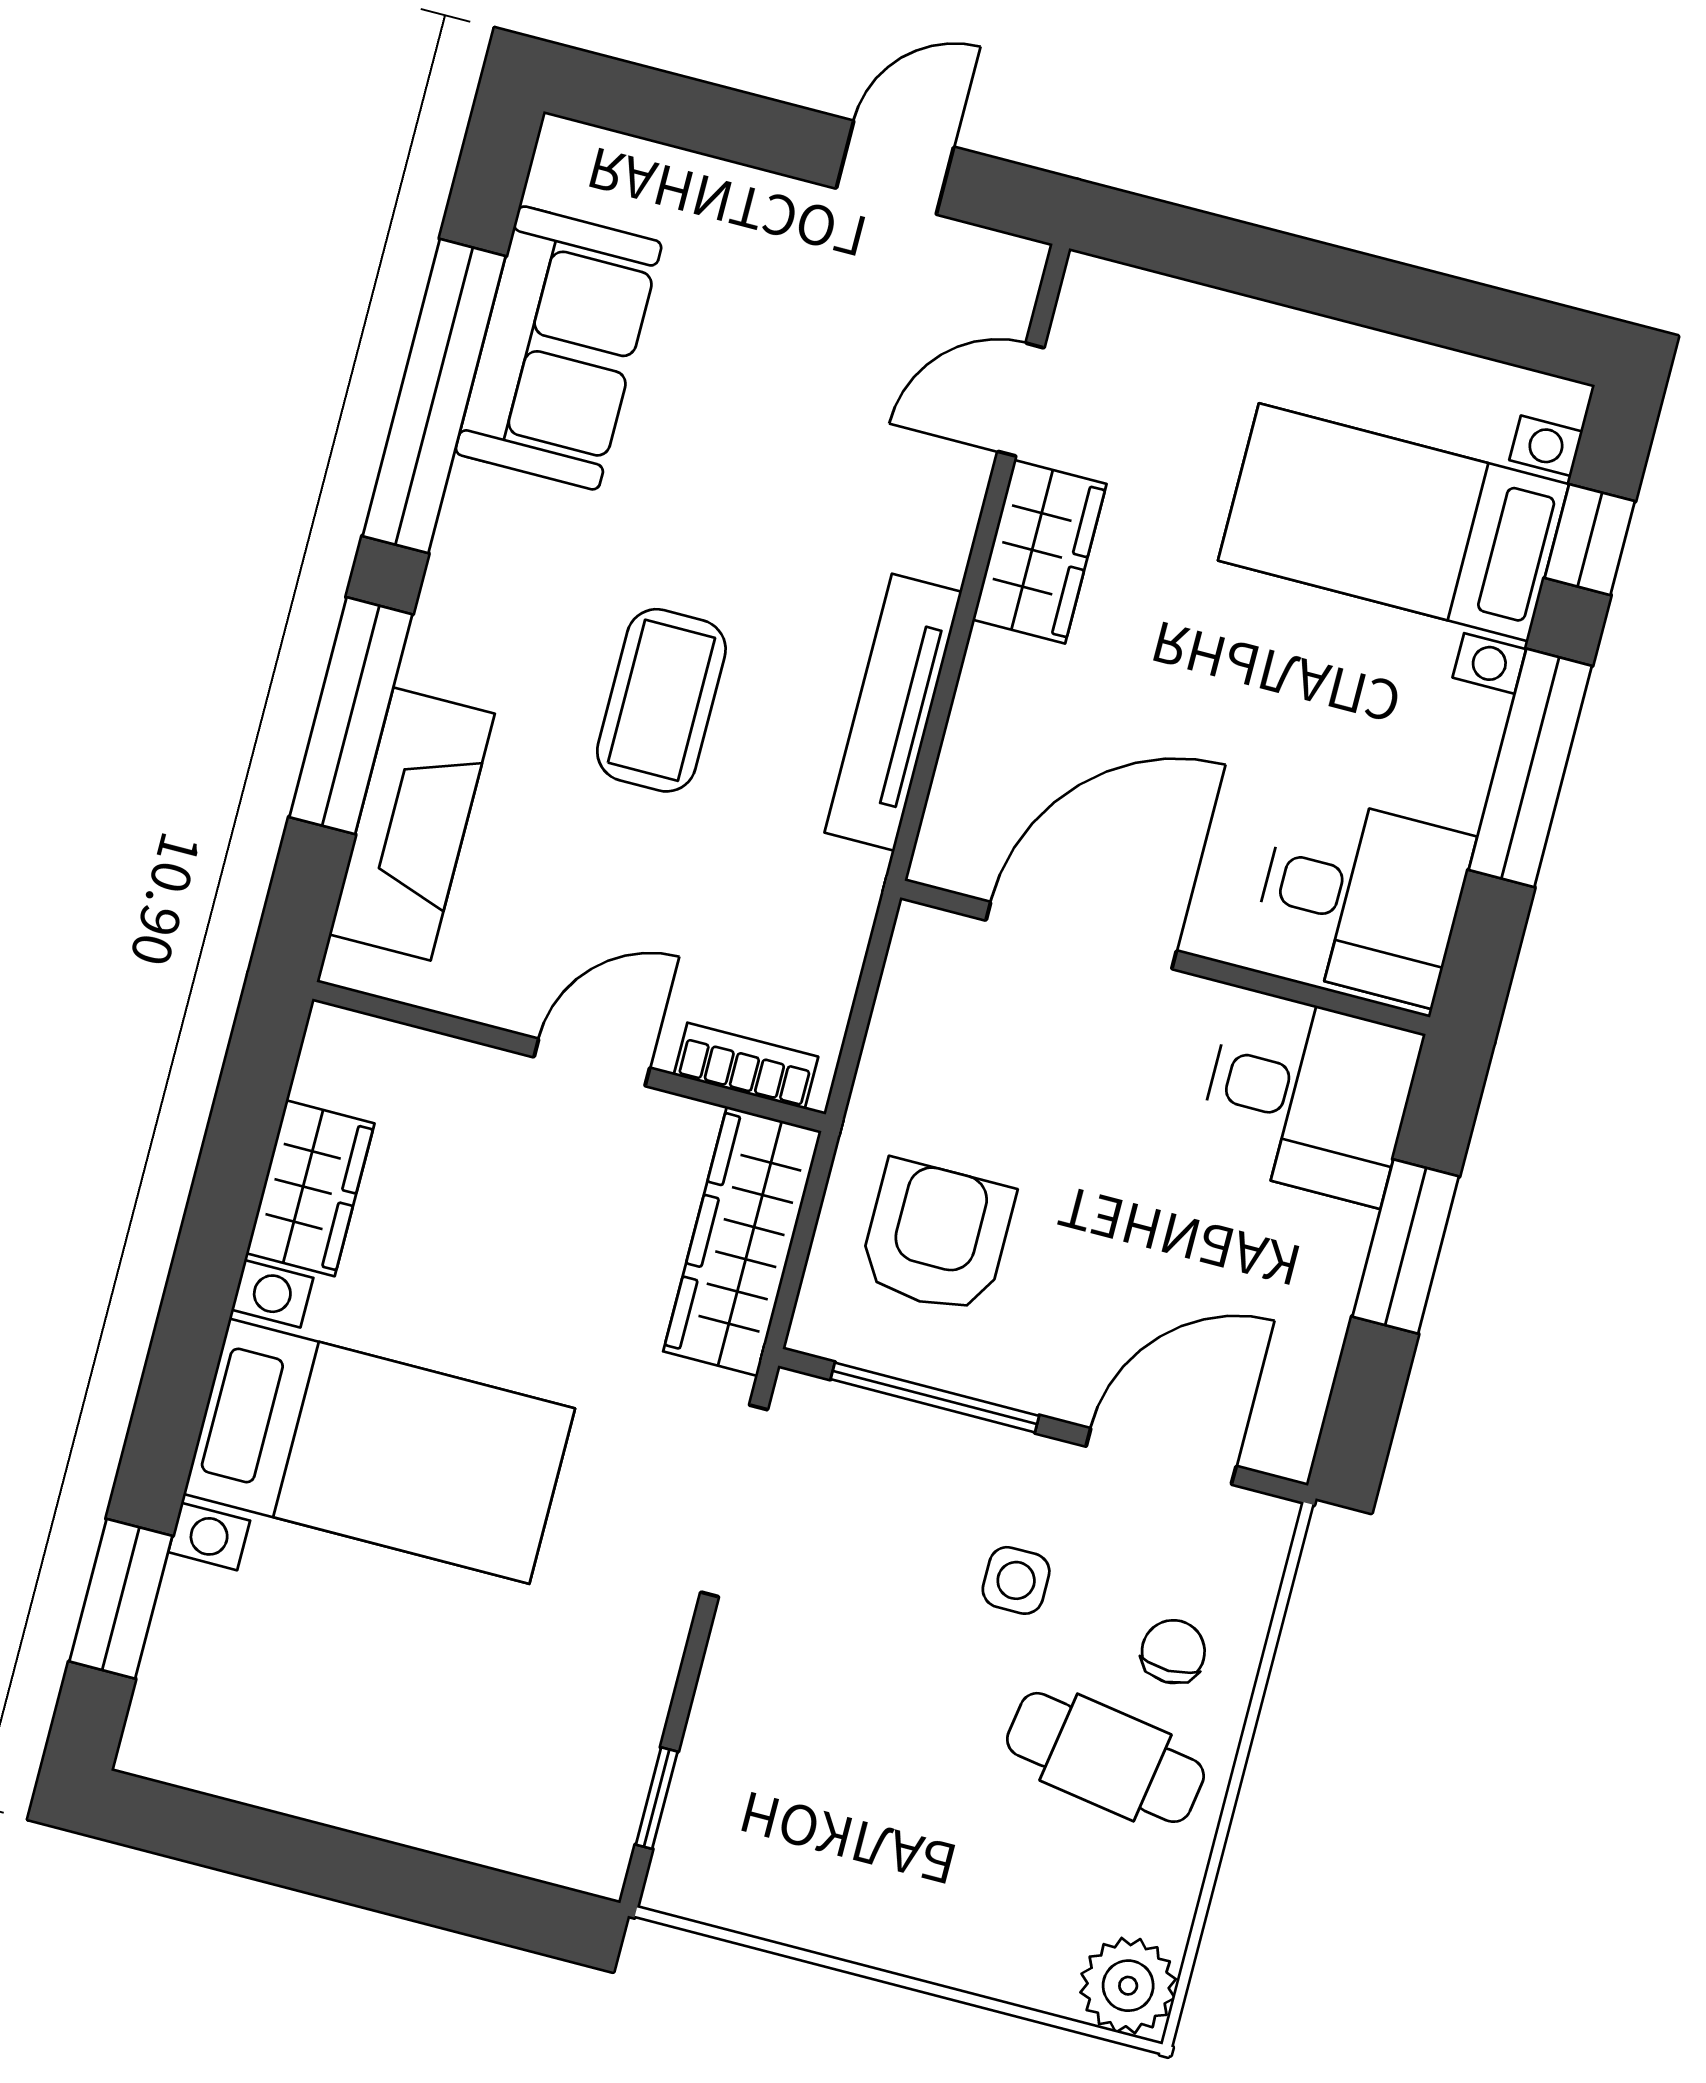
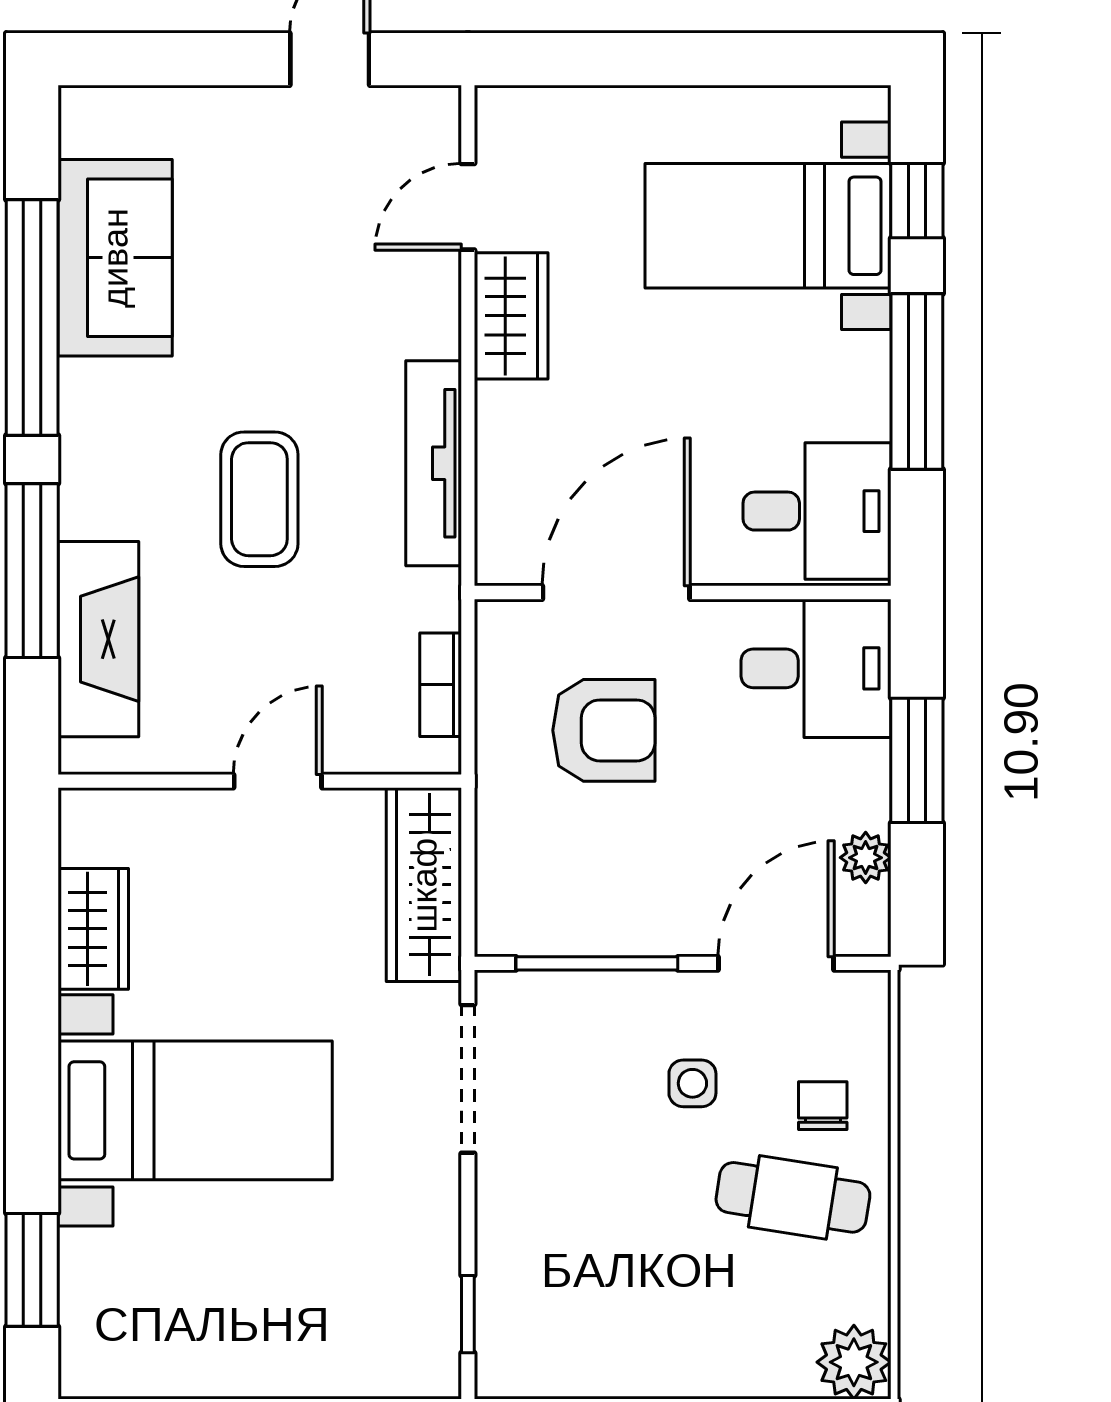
bookcase: (746, 1066) -> (441, 685), moved, turned -90
armchair: (937, 1237) -> (604, 730), moved, turned 90
plant: (1309, 1352) -> (866, 858), added

